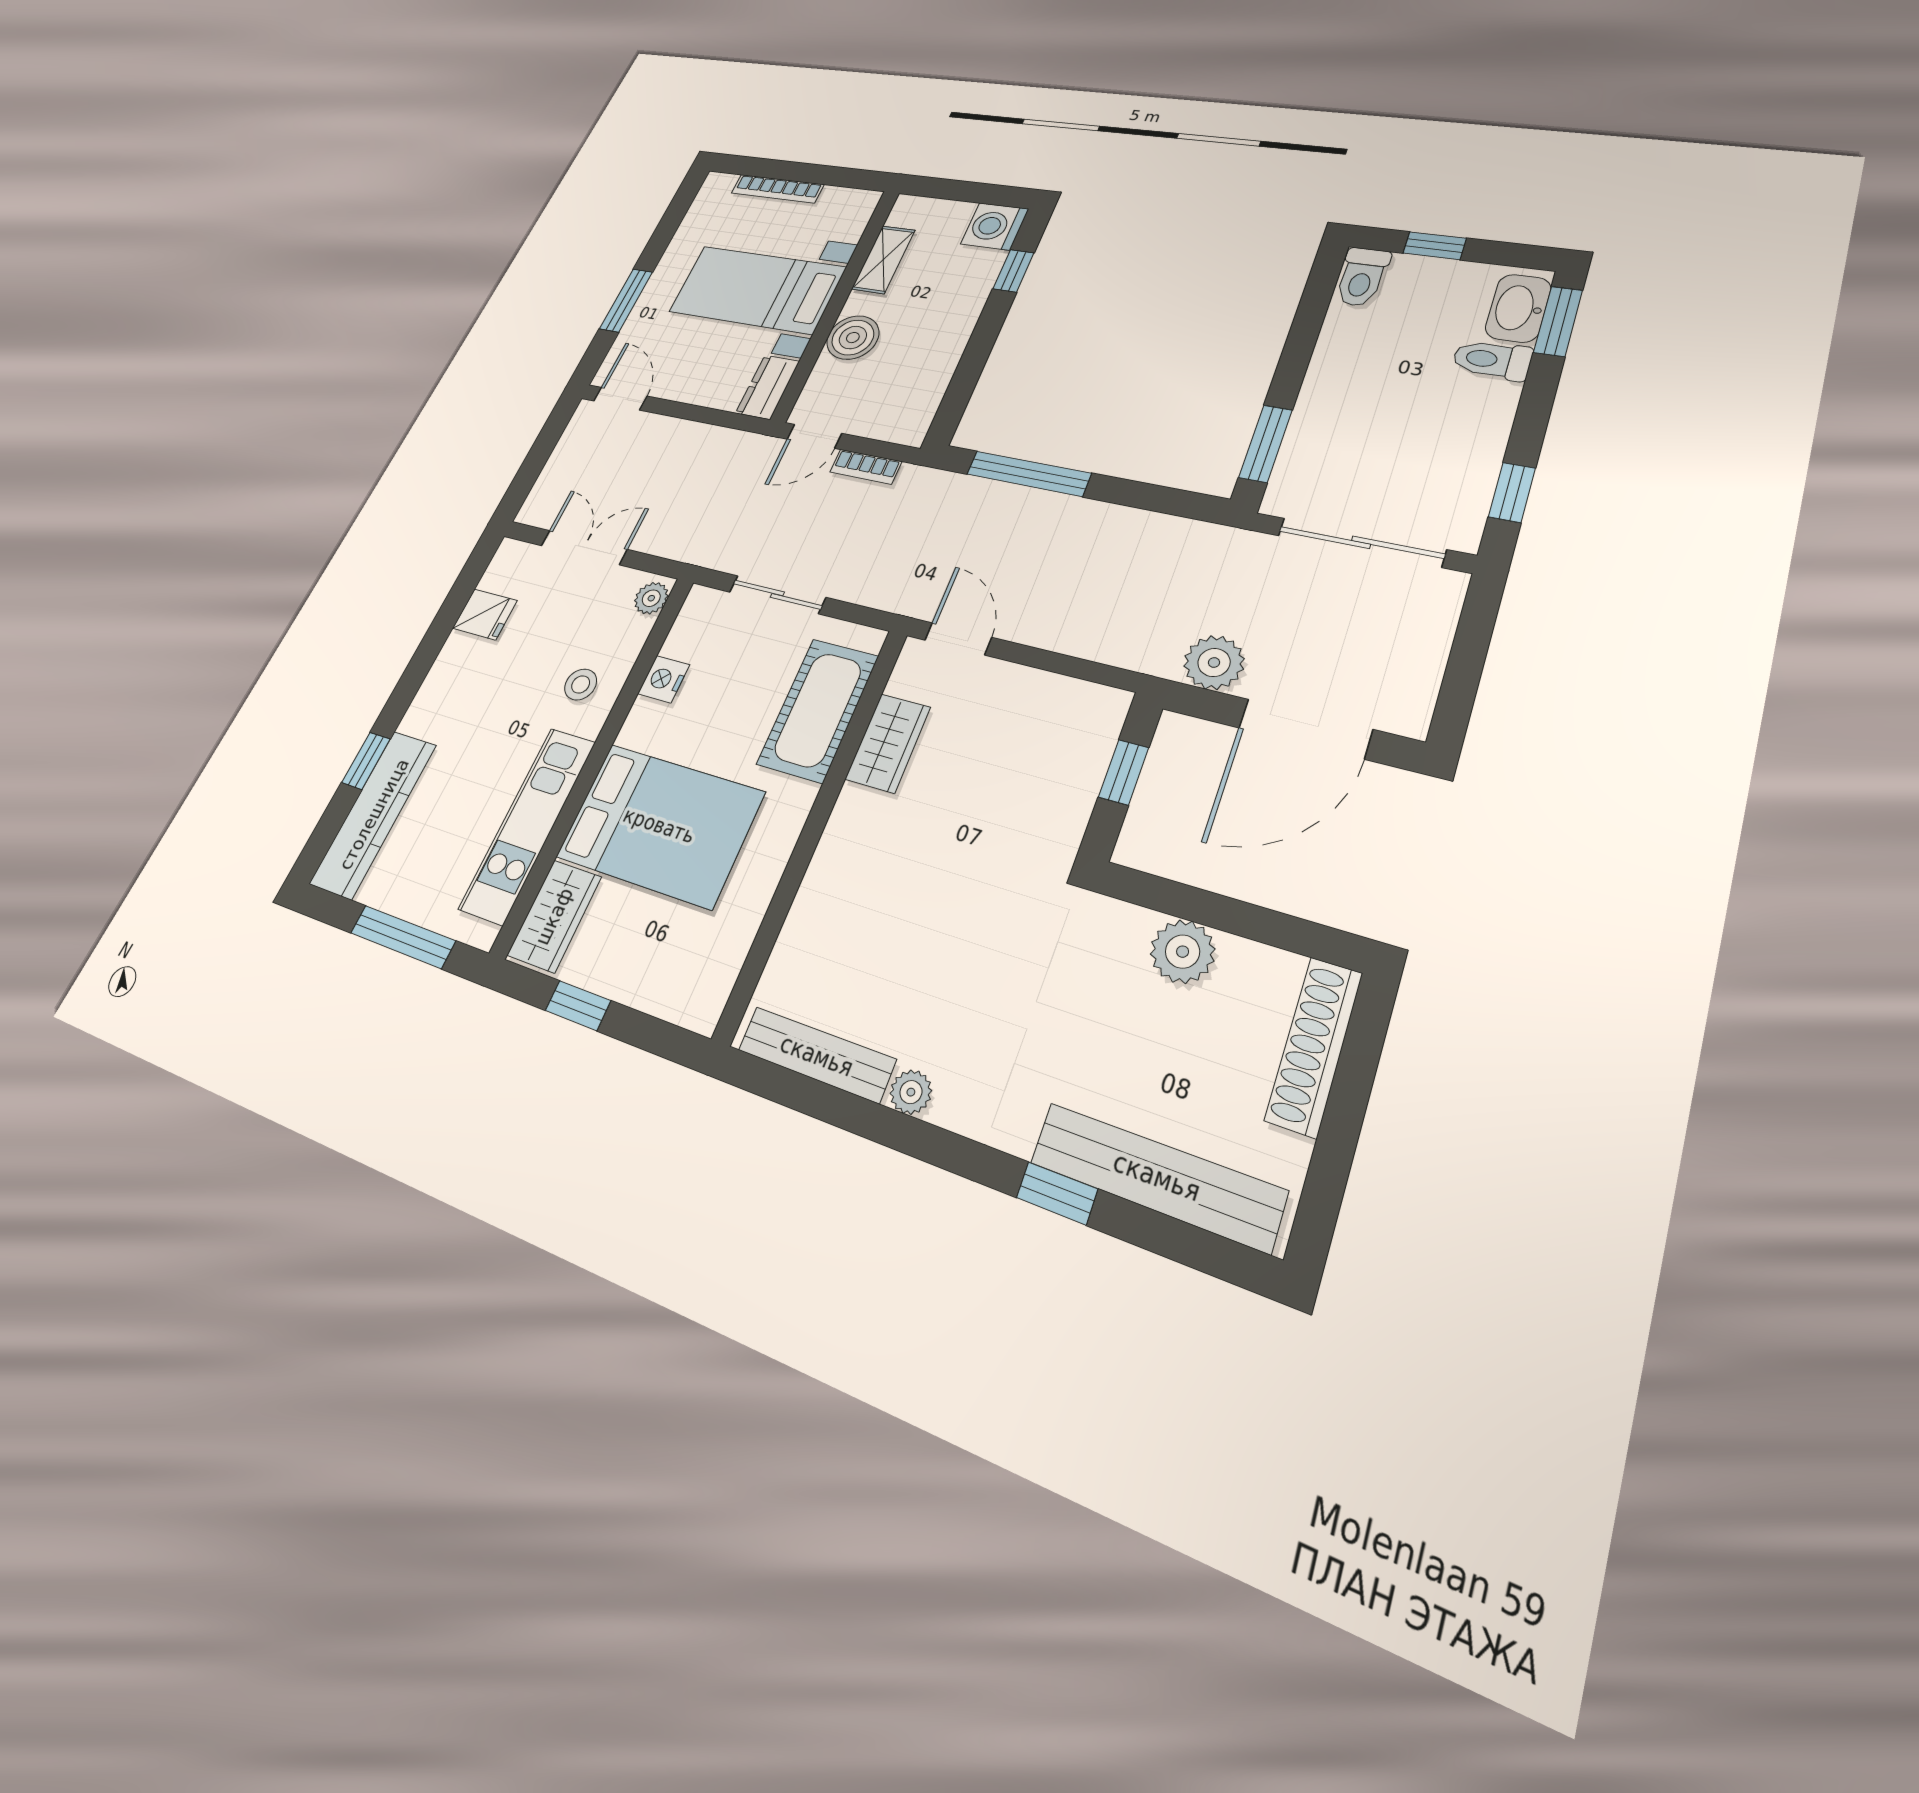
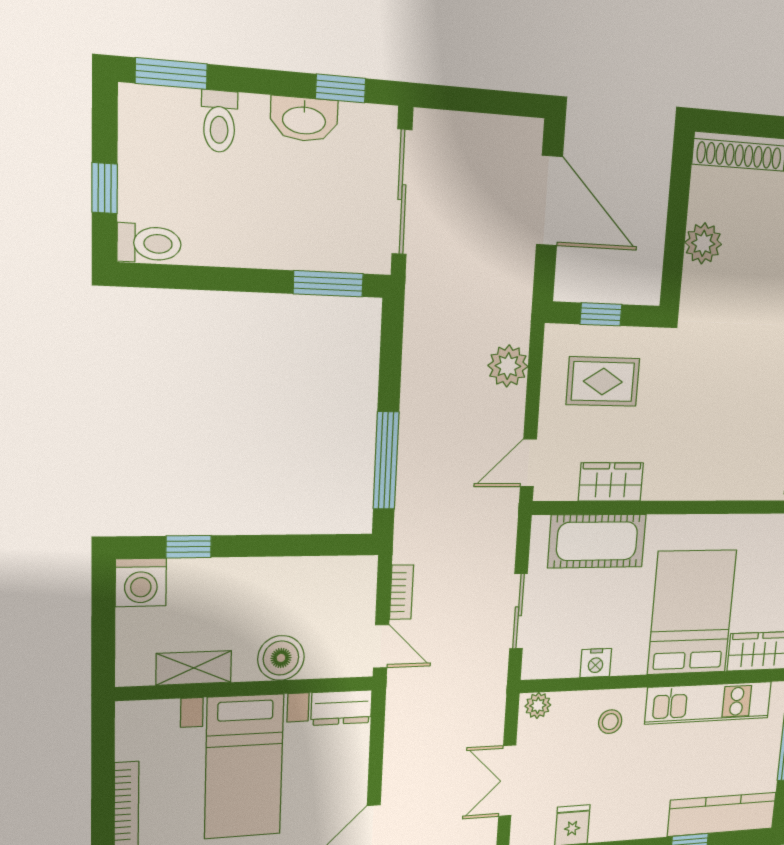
washbasin: (1518, 308) -> (304, 119), moved
plant: (1214, 662) -> (508, 366), moved
rug: (1029, 757) -> (603, 382), added

